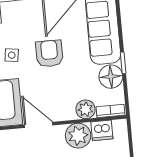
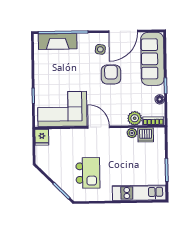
side table: (12, 55) -> (100, 49), moved
floor lamp: (111, 77) -> (160, 99), width x0.53, depth x0.53
plant: (78, 136) -> (132, 133), width x0.53, depth x0.53

